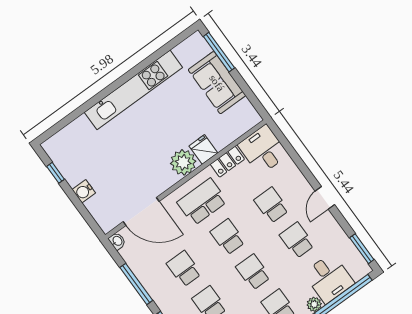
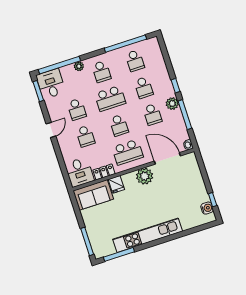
window: (166, 48) -> (119, 254), added
sofa: (217, 83) -> (93, 195), moved, turned 90
plant: (183, 162) -> (145, 176), moved
water cooler: (84, 191) -> (207, 208), moved
school desk: (253, 272) -> (110, 98), width x1.85
desk: (329, 278) -> (51, 84), moved
plant: (160, 294) -> (172, 104), added

